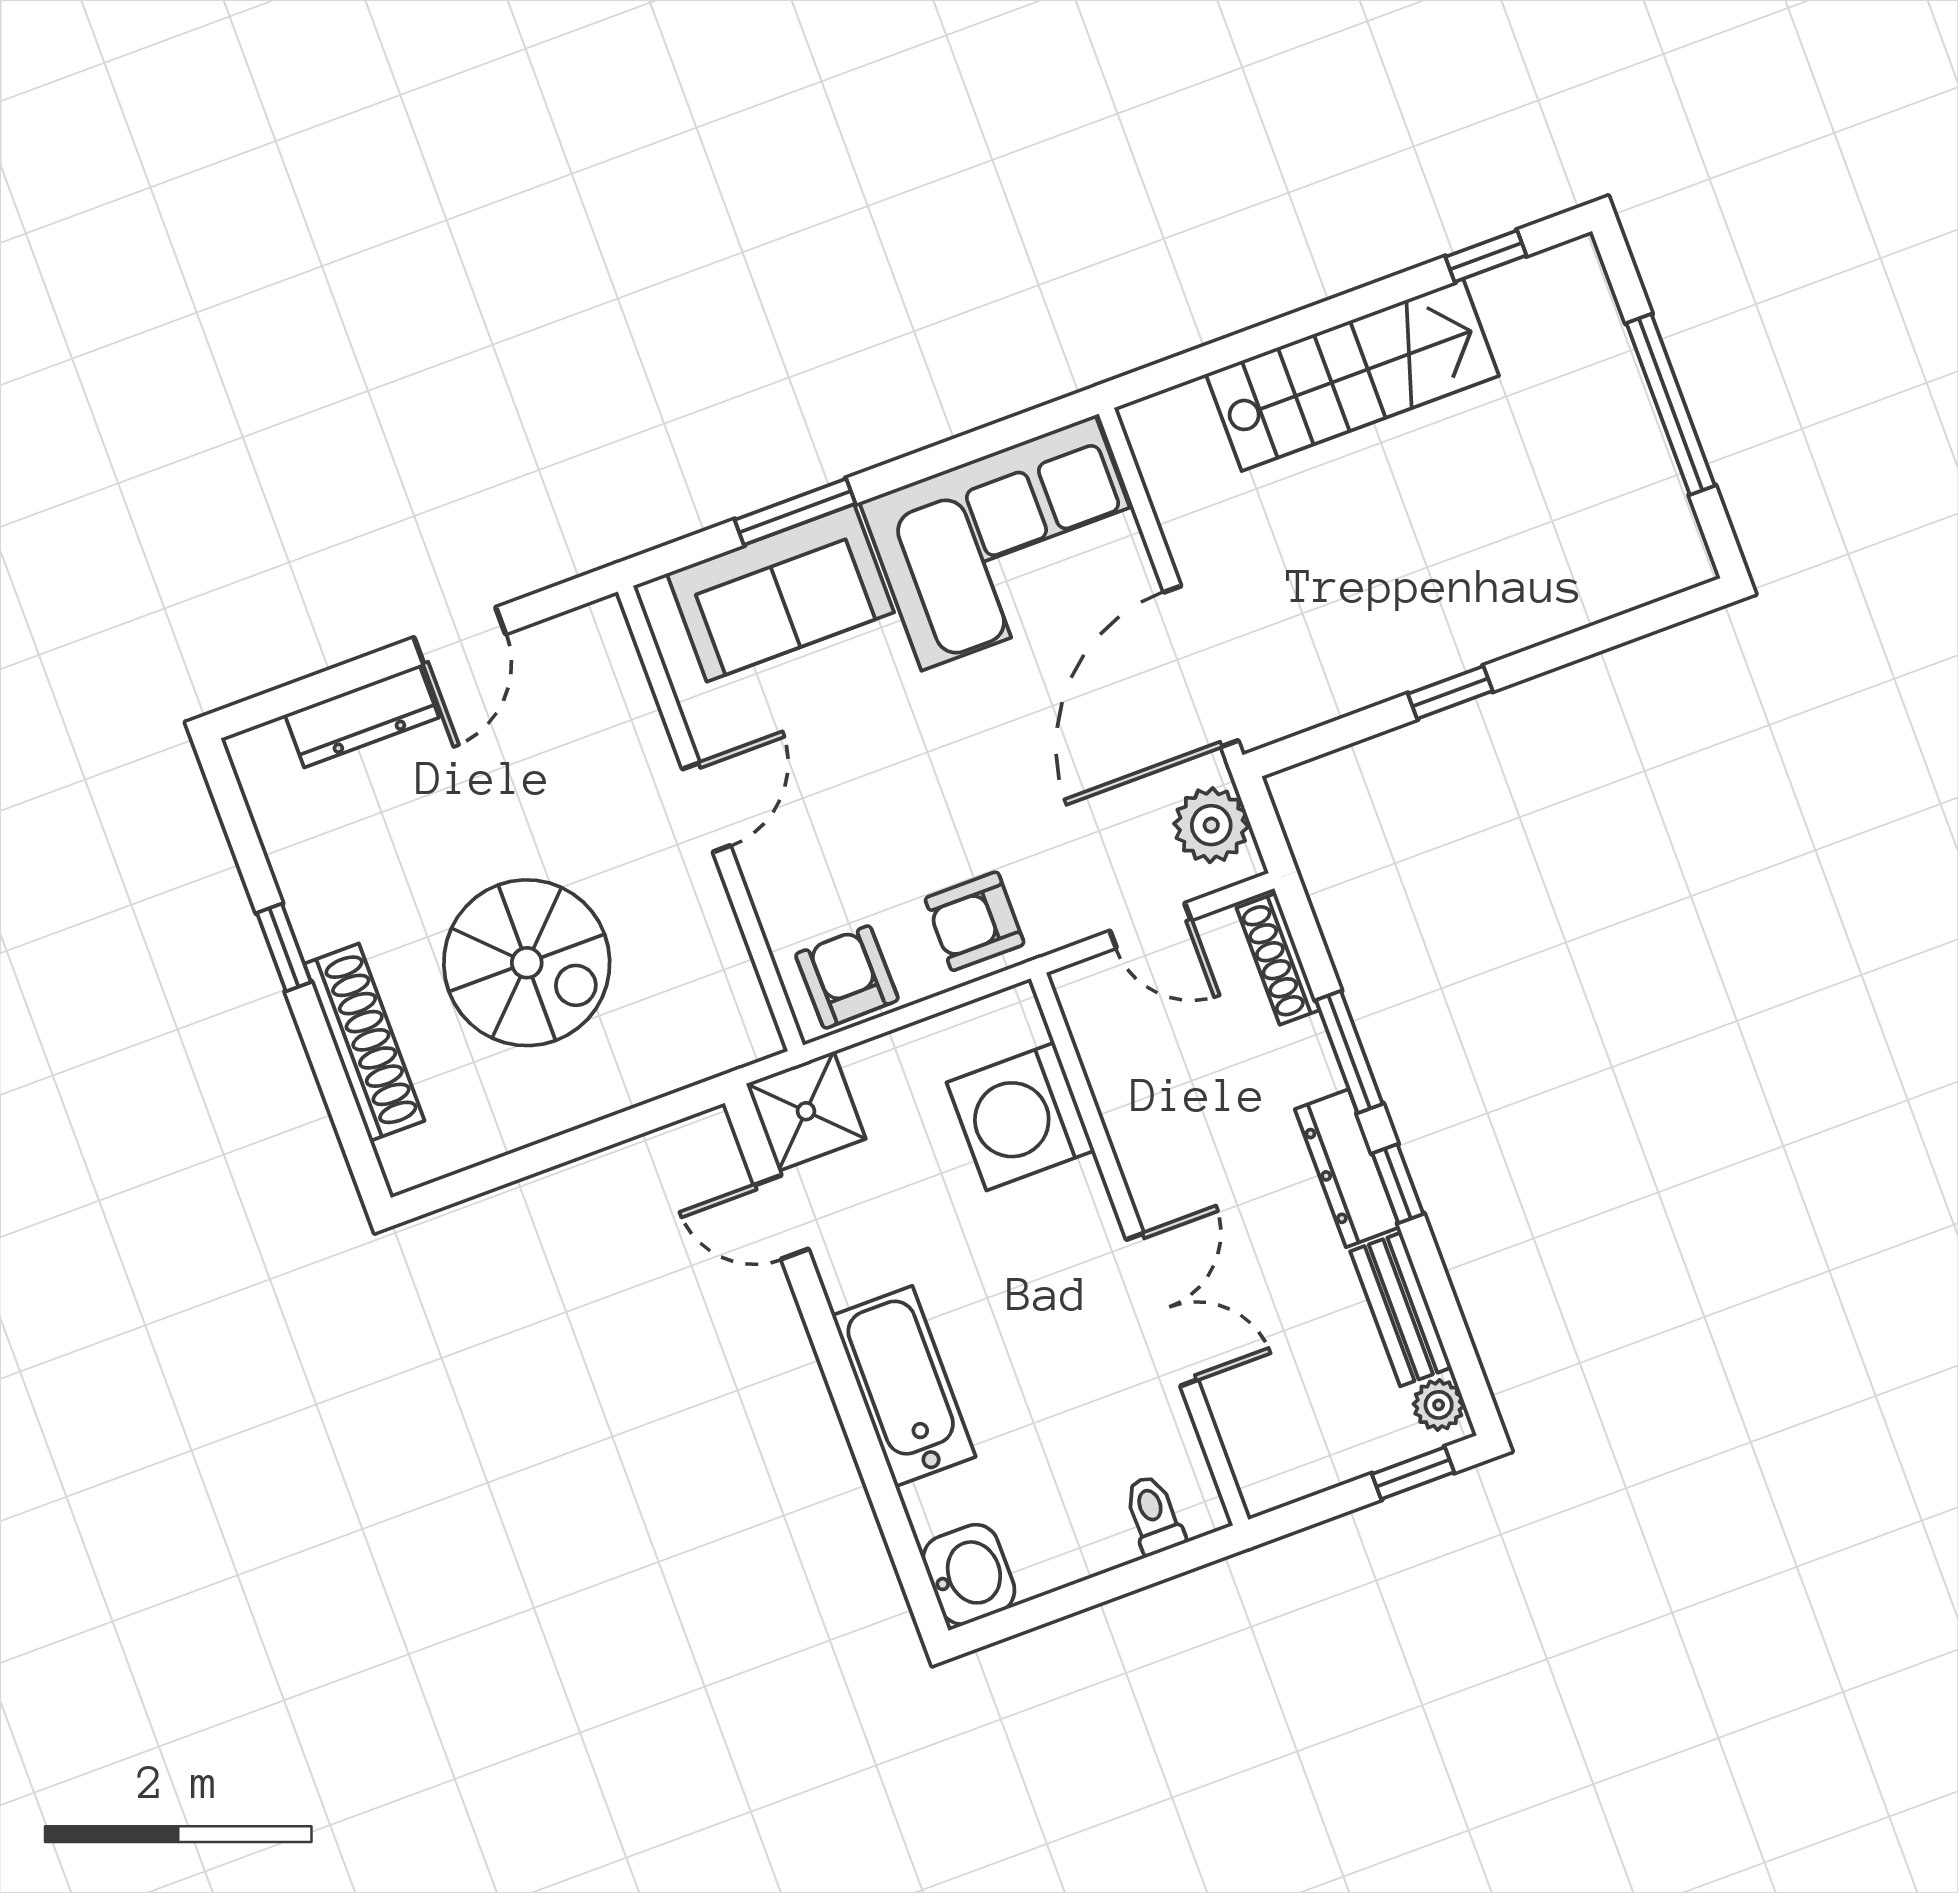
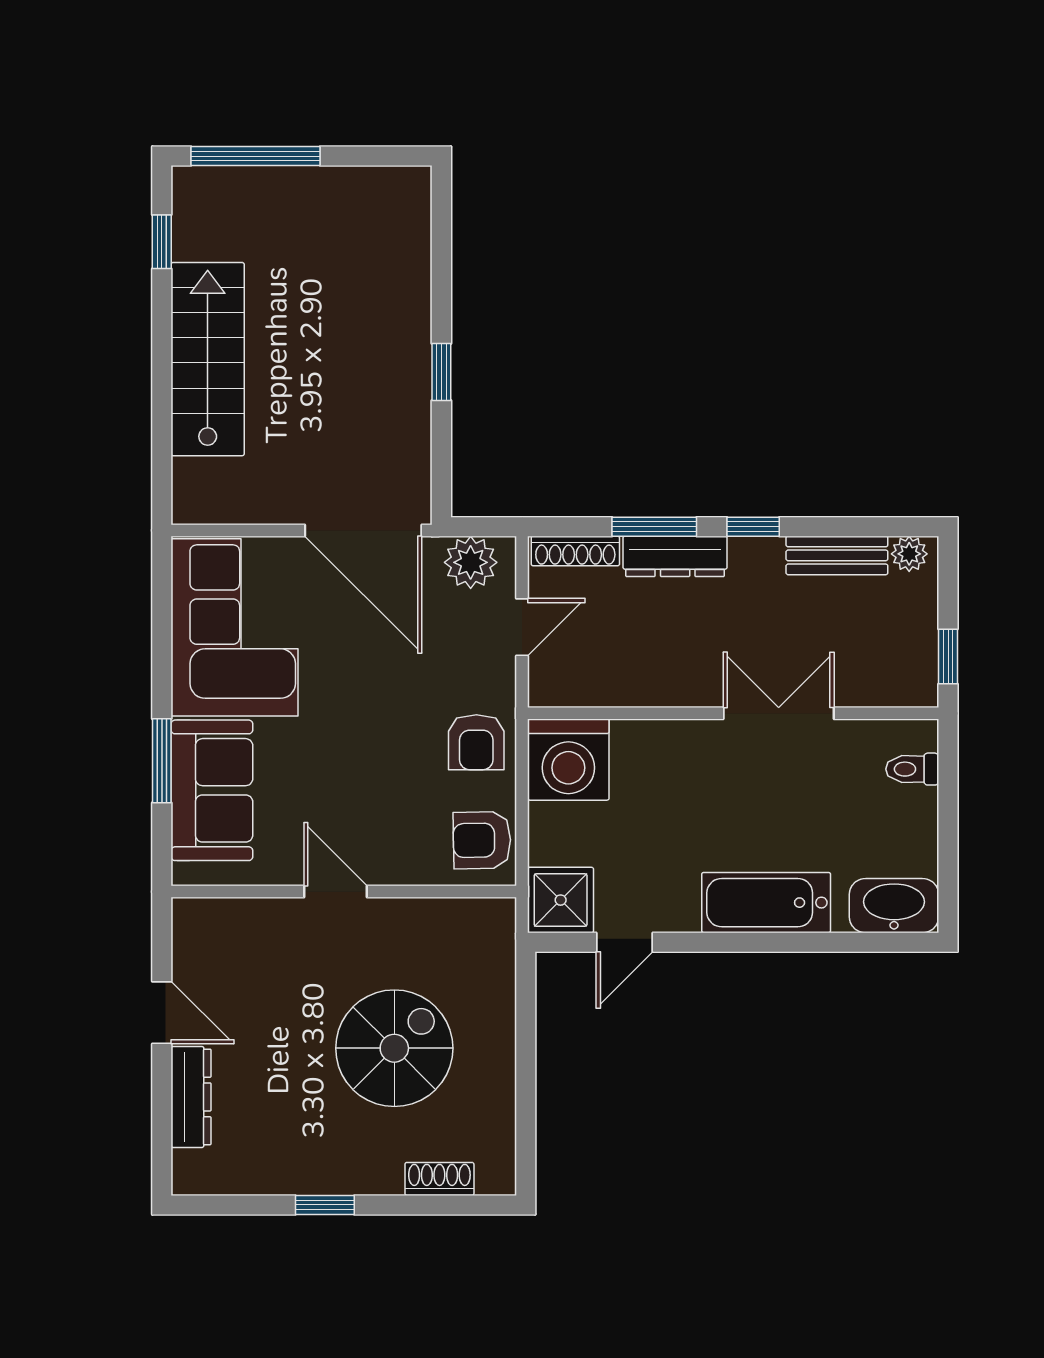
window: (1671, 404) -> (256, 156), moved
shoe rack: (364, 1042) -> (439, 1179), width x0.51, depth x0.81
washing machine: (1020, 1116) -> (568, 760), moved
dresser: (1347, 1168) -> (675, 556), moved
window: (1413, 1473) -> (948, 657), moved
washbasin: (969, 1574) -> (894, 906), width x1.38

